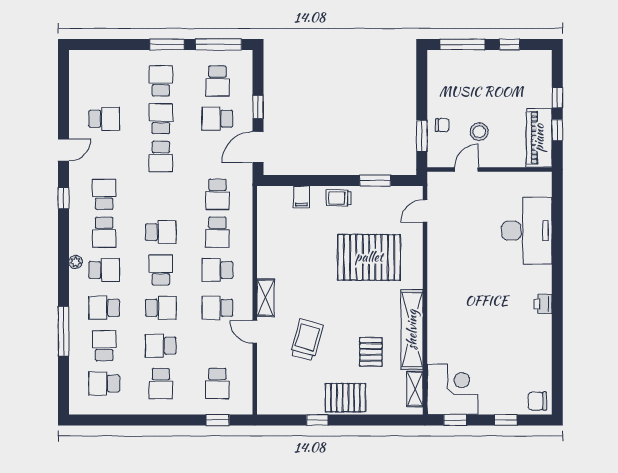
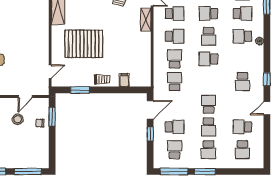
school desk: (104, 232) -> (242, 150), moved, turned 180

